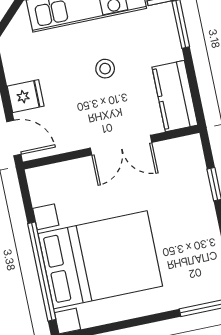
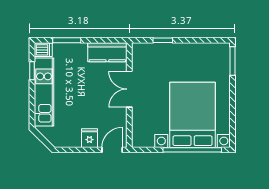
stool: (105, 69) -> (83, 89), removed
double door: (121, 145) -> (129, 89), swing flipped

